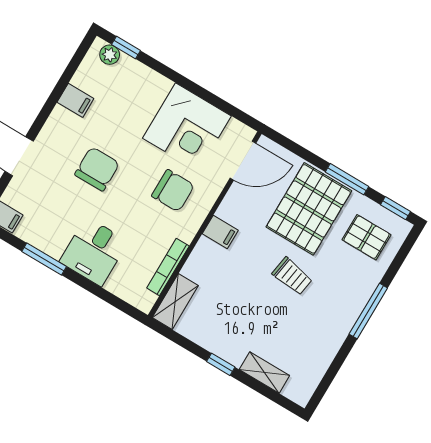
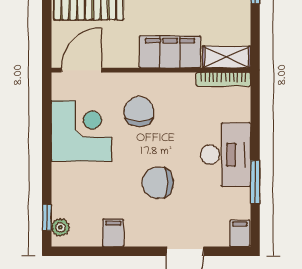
door: (243, 161) -> (82, 70), hinge flipped
filing cabinet: (220, 232) -> (170, 52), width x3.00, depth x1.17
desk: (94, 252) -> (226, 155), width x1.37
bookcase: (168, 267) -> (223, 79), moved

